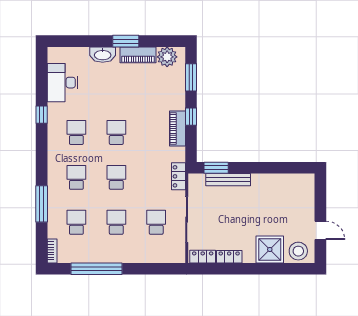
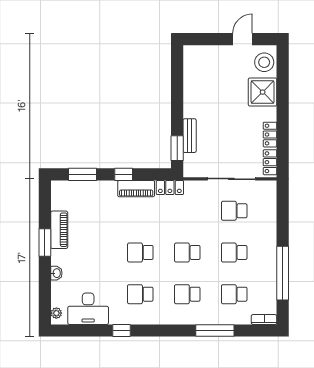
washbasin: (103, 55) -> (56, 273), width x0.52, depth x0.69
plant: (167, 57) -> (56, 313), moved, width x0.53, depth x0.53
locker: (178, 176) -> (170, 188), moved
bench: (228, 180) -> (190, 136), width x0.73

